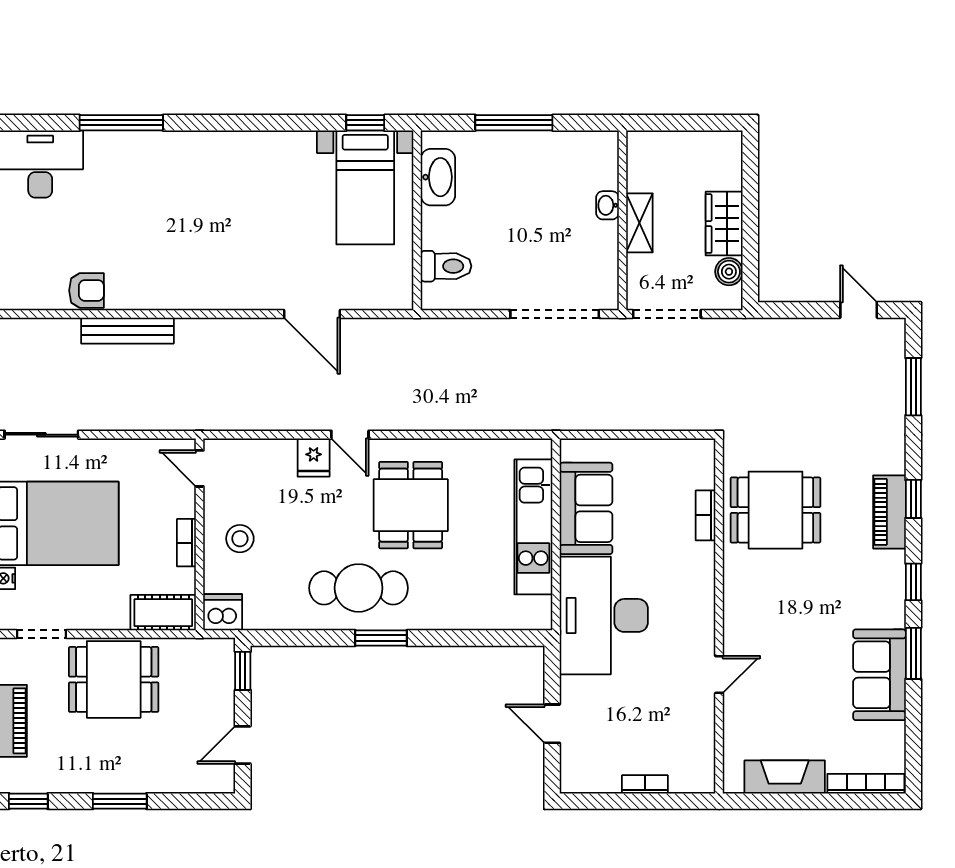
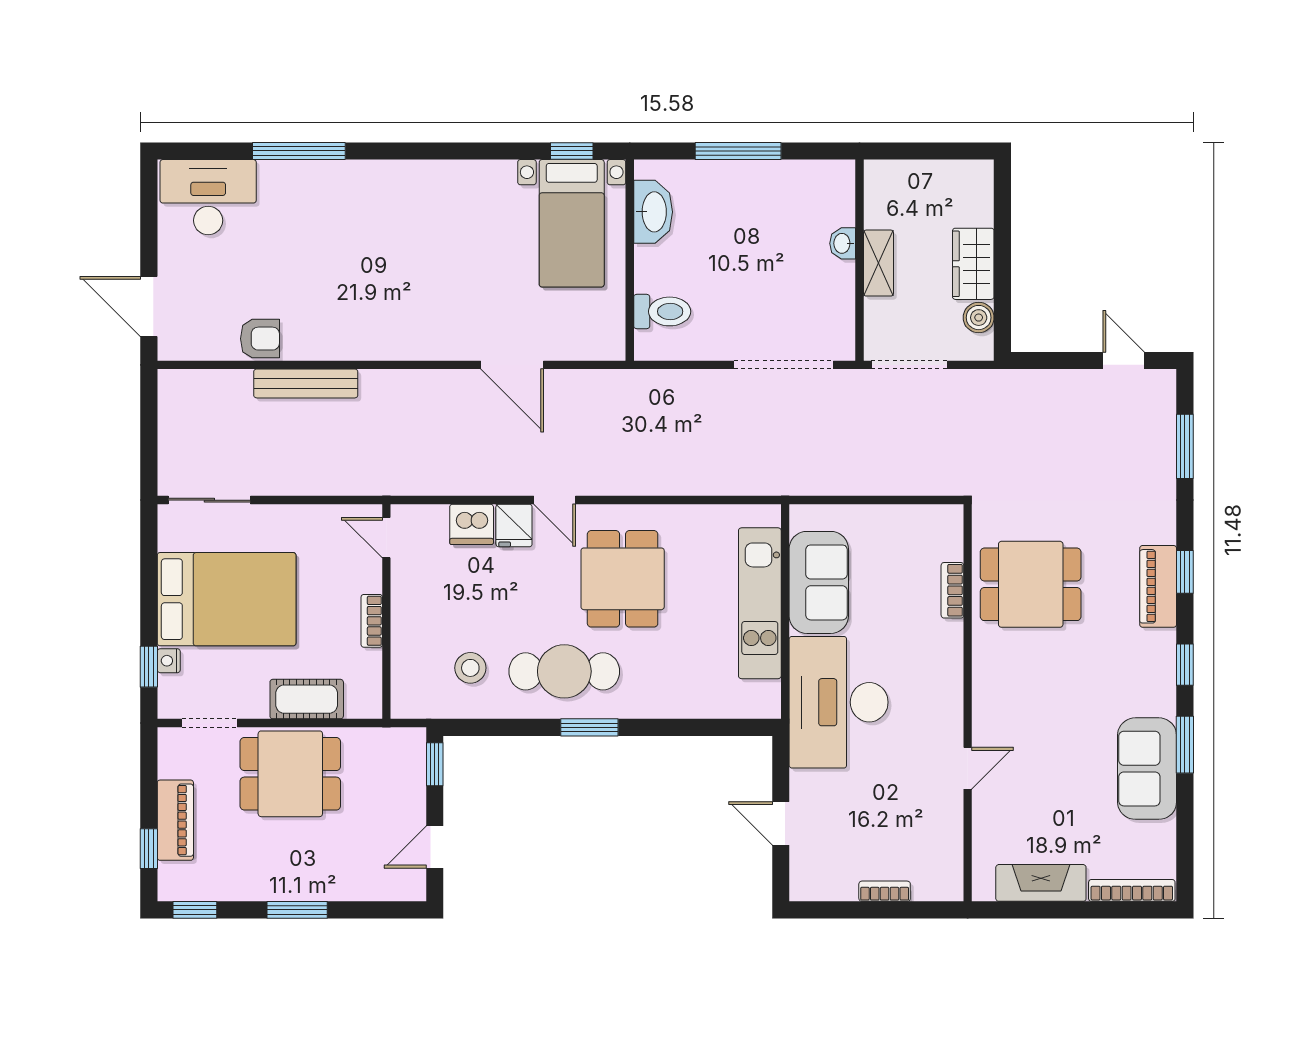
stool: (240, 539) -> (470, 668), moved
dishwasher: (223, 612) -> (472, 524), moved, turned 180
cot: (163, 613) -> (307, 699), moved

